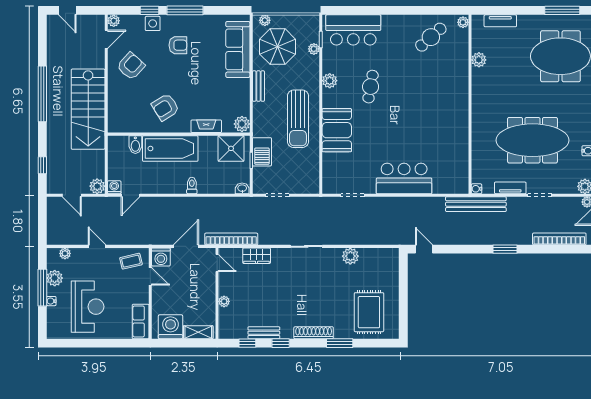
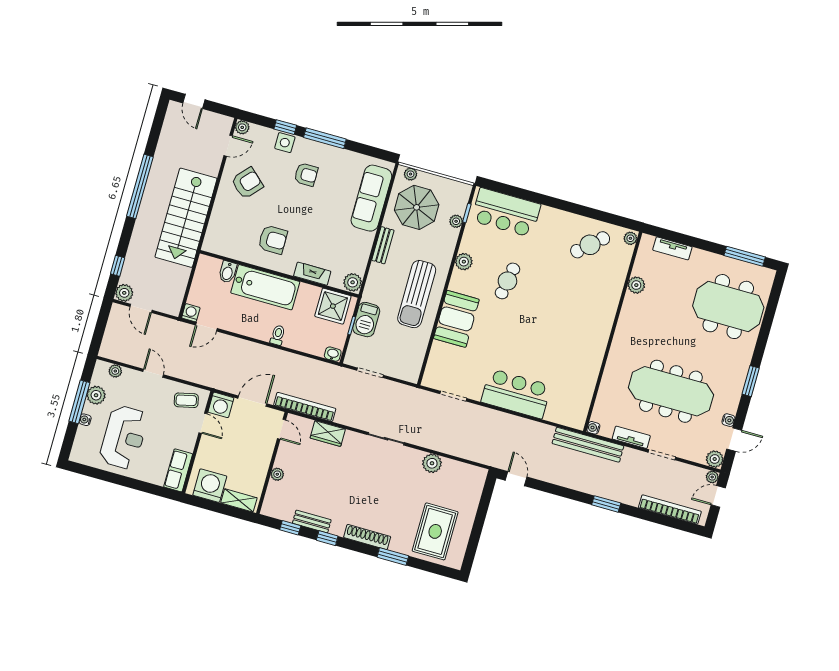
armchair: (165, 107) -> (273, 240), turned -148
plant: (97, 186) -> (124, 293), moved

